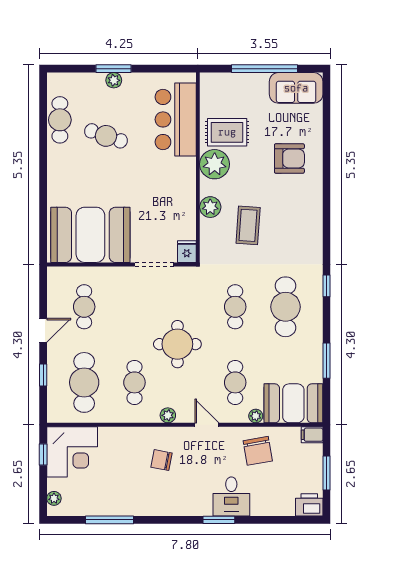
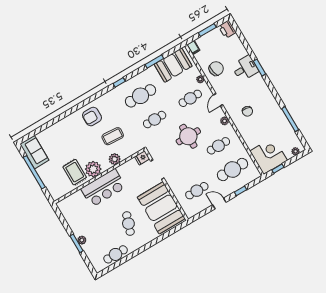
bar counter: (176, 119) -> (103, 188), moved
cafe table: (106, 136) -> (128, 224), moved
armchair: (289, 158) -> (92, 117), moved, turned -90
booth: (293, 403) -> (173, 65), moved, turned 90

